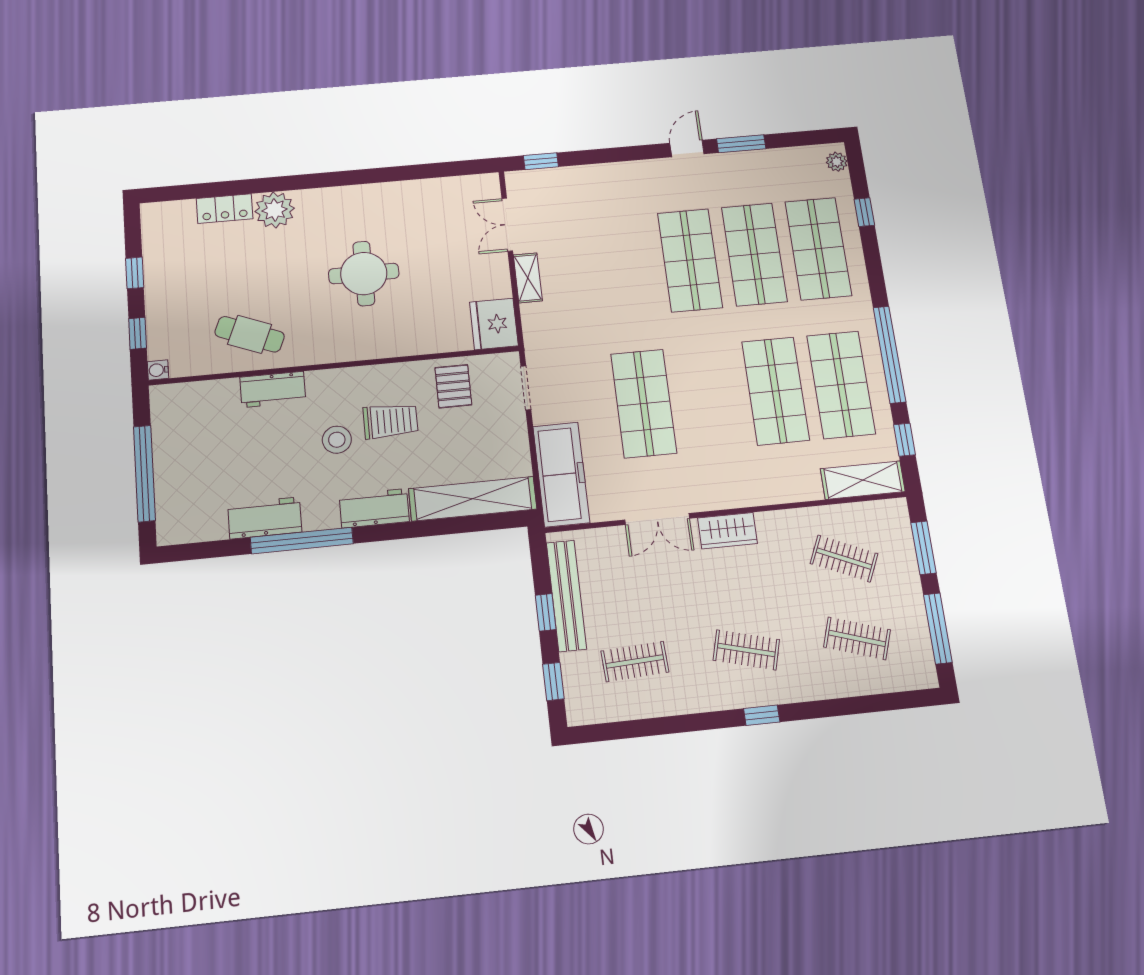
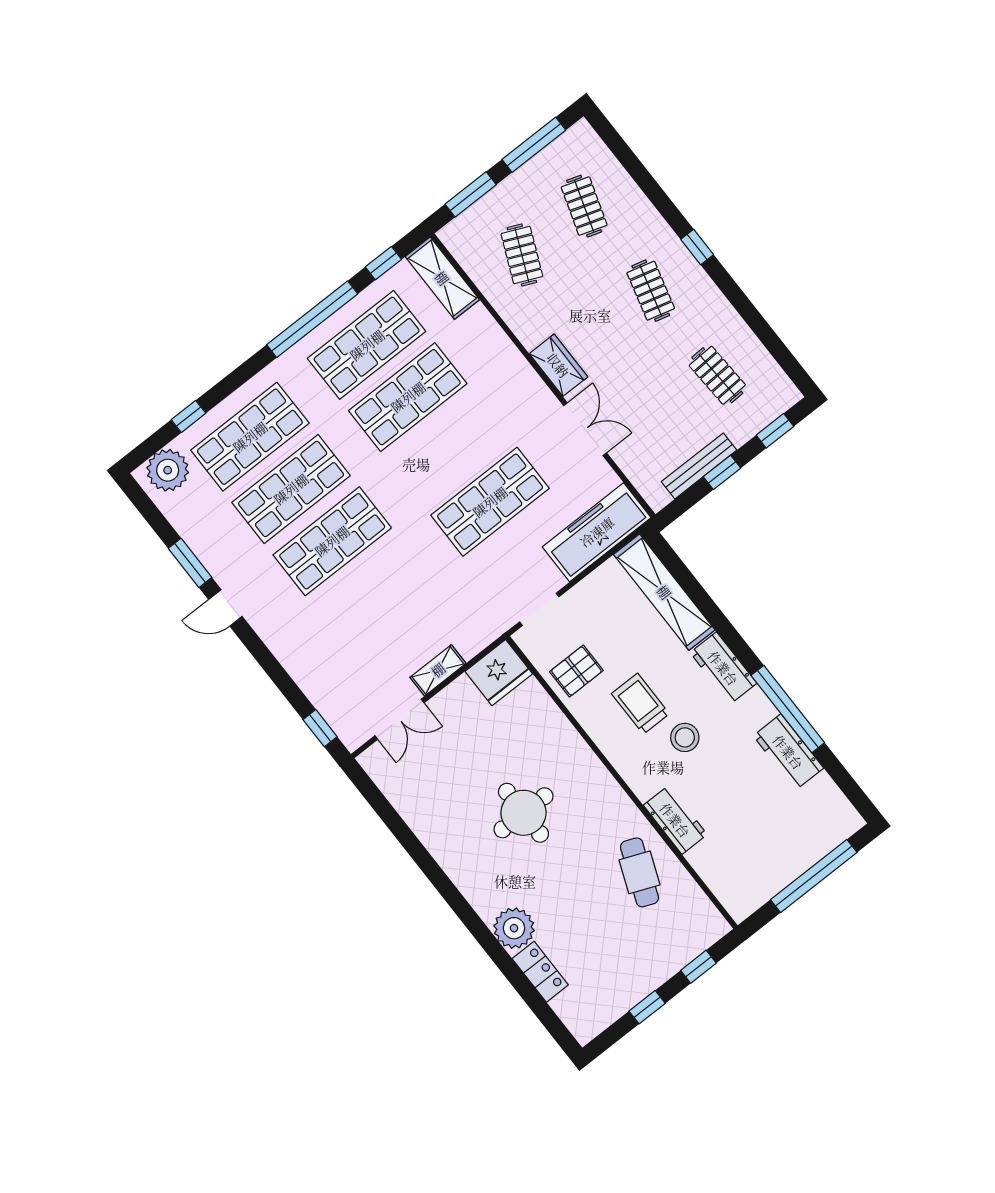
plant: (837, 162) -> (168, 470), width x1.88, depth x1.88
water cooler: (158, 370) -> (719, 927), removed
bench: (566, 596) -> (699, 466), width x0.73, depth x0.82

